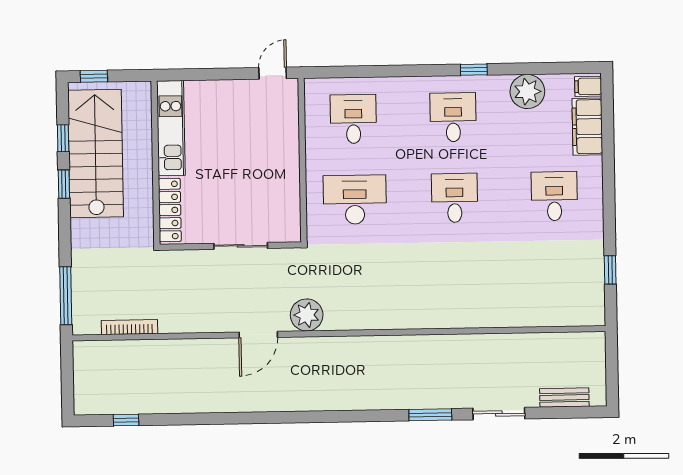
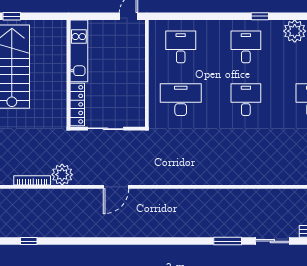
kitchen unit: (171, 128) -> (79, 51), moved
wall: (155, 163) -> (68, 73), moved
locker: (170, 210) -> (77, 104), moved
plant: (307, 315) -> (62, 175), moved

